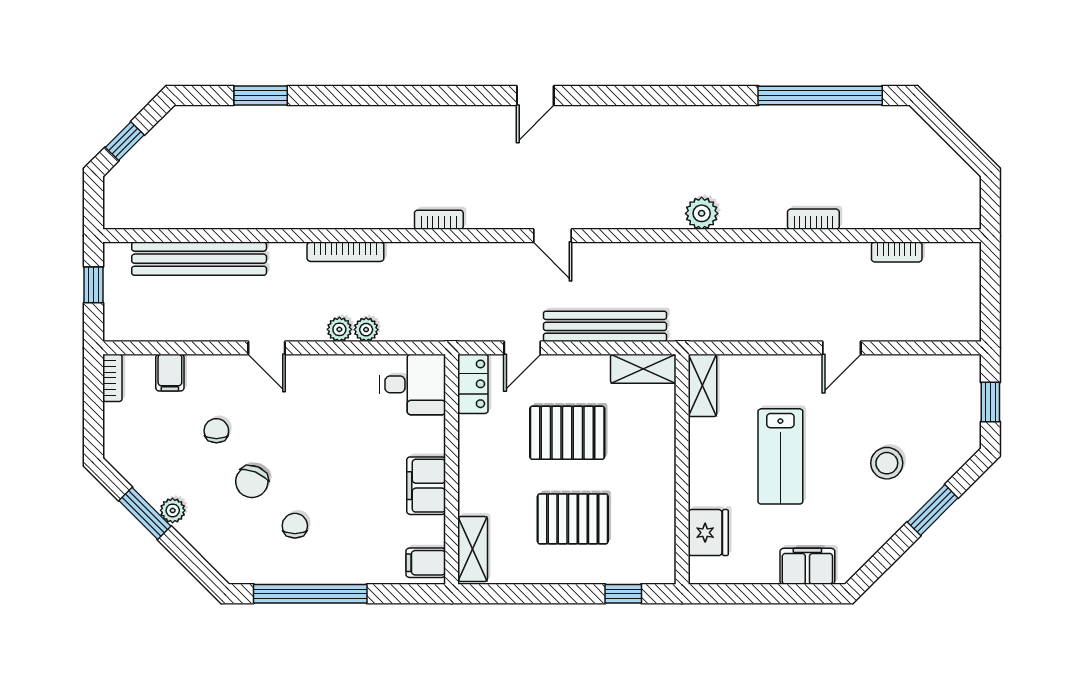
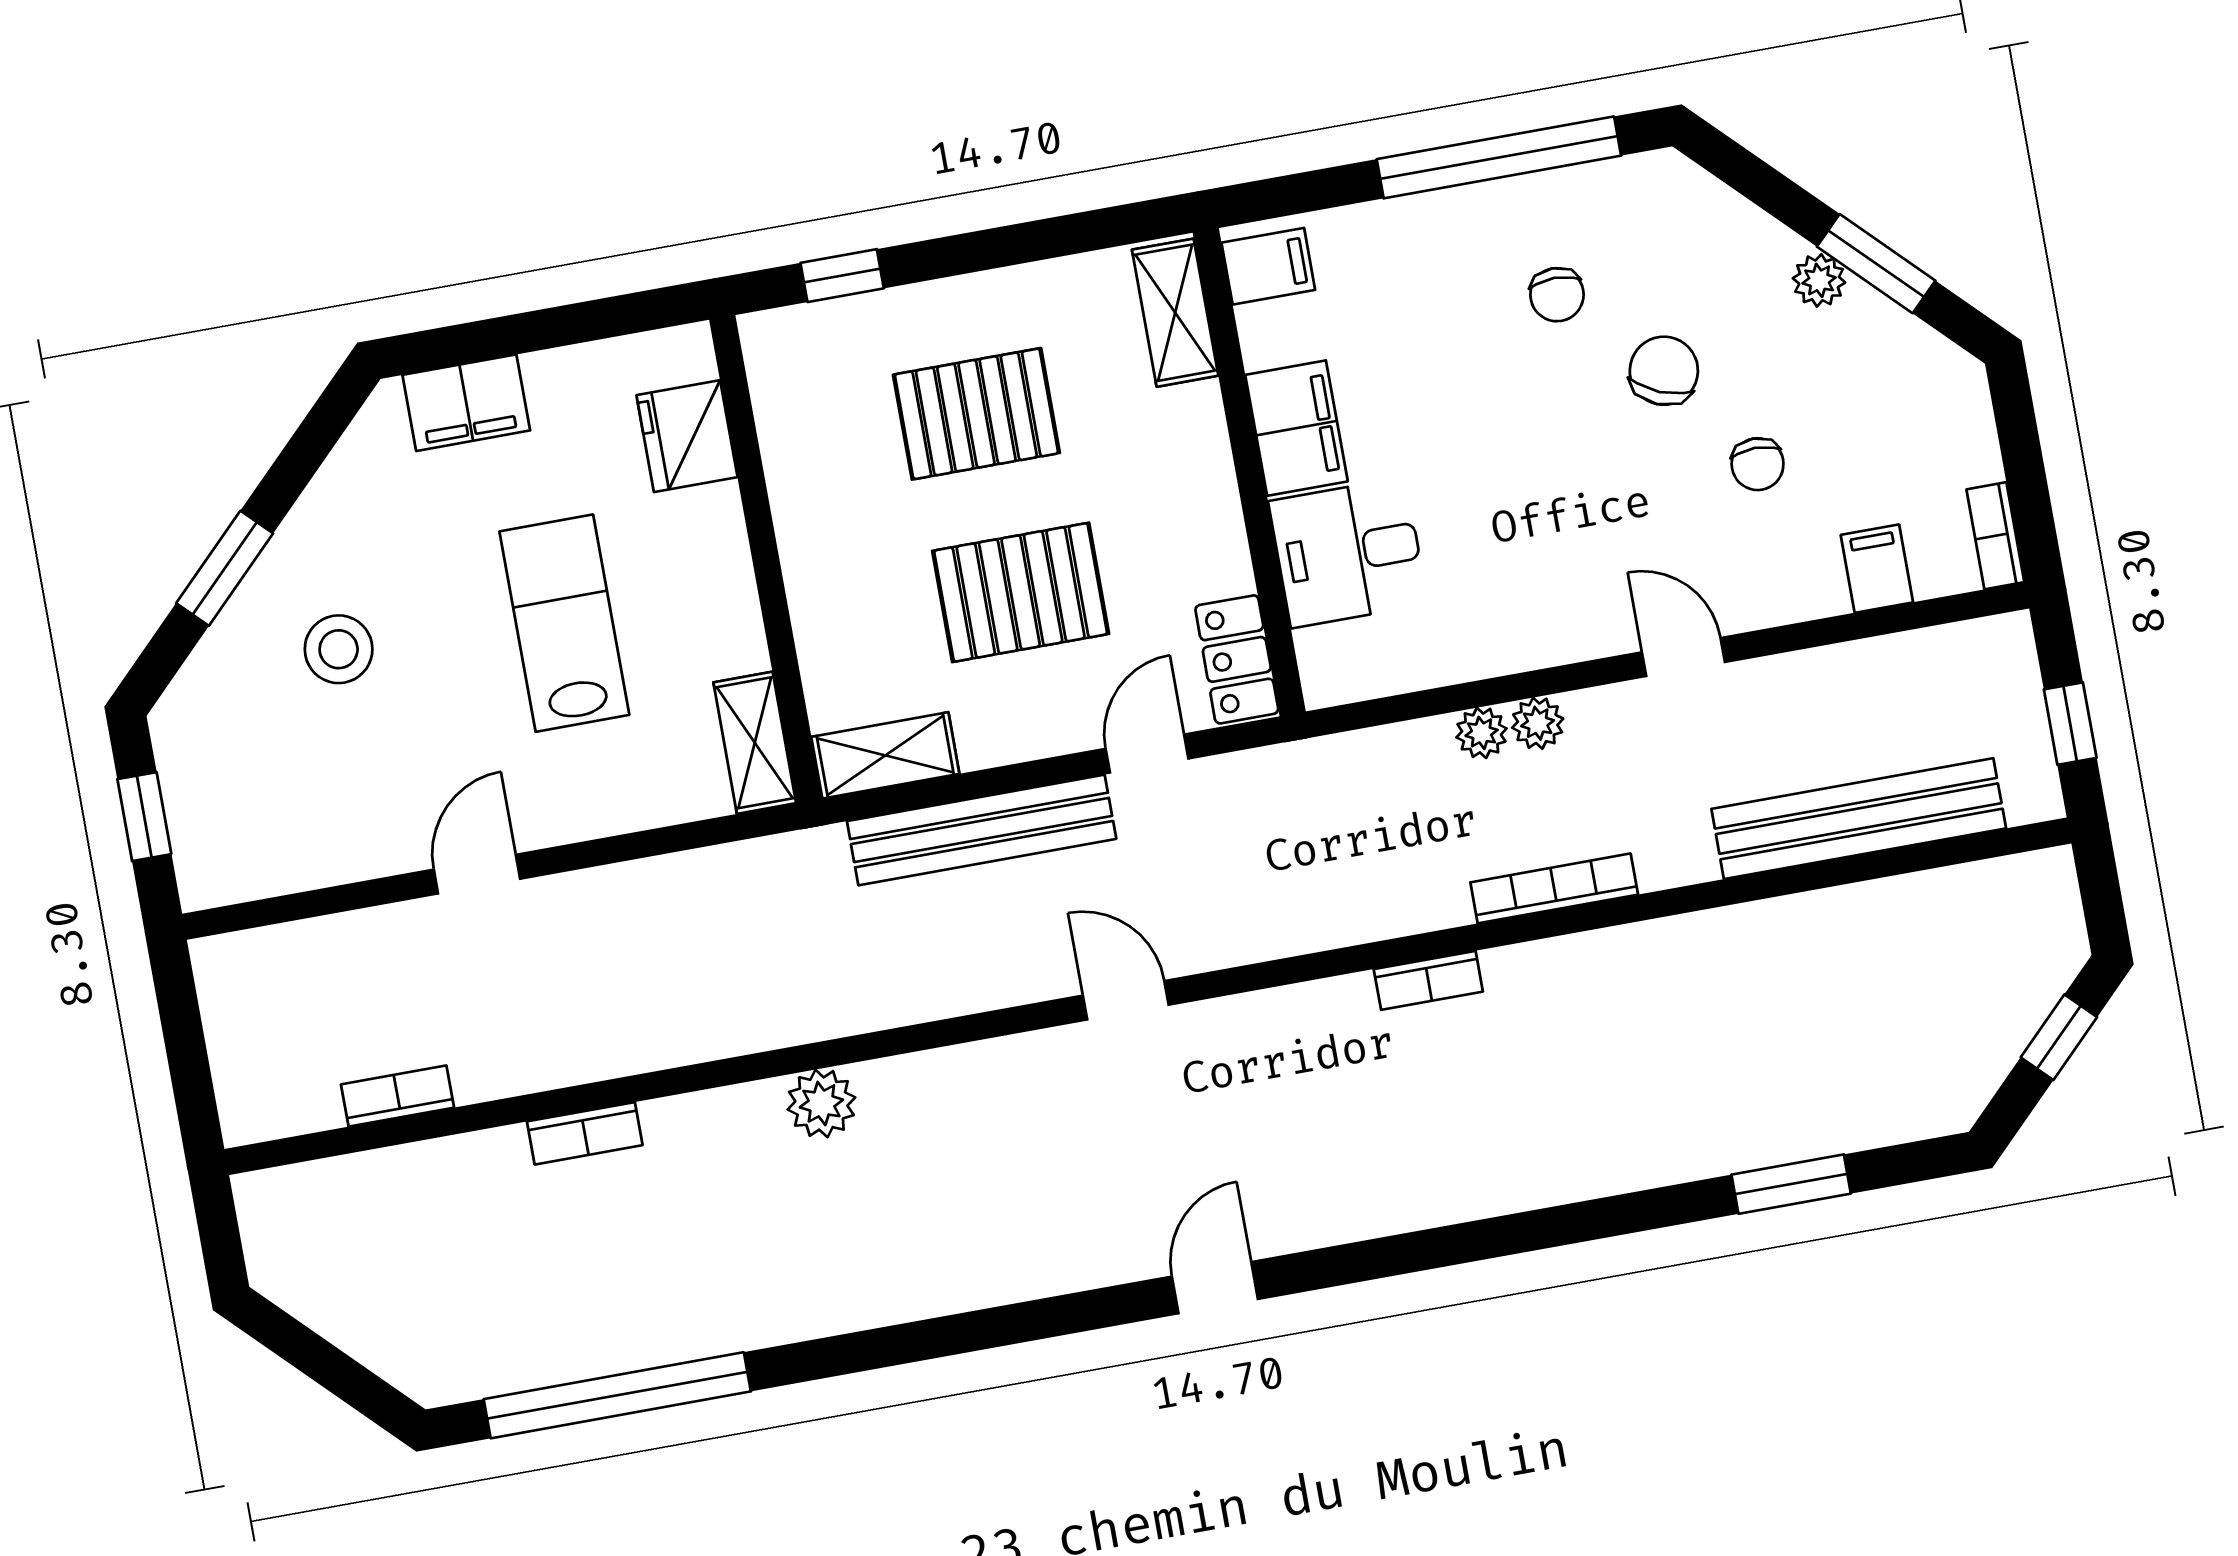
bookcase: (439, 220) -> (1428, 980), moved
desk: (413, 384) -> (1348, 553), moved

